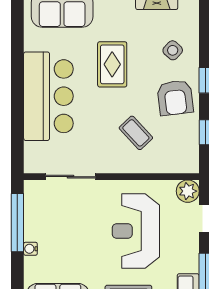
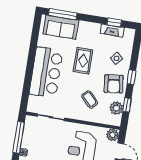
plant: (187, 141) -> (116, 108), added

